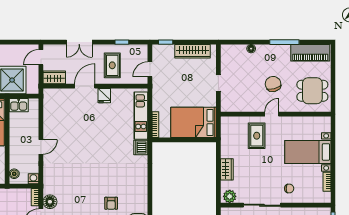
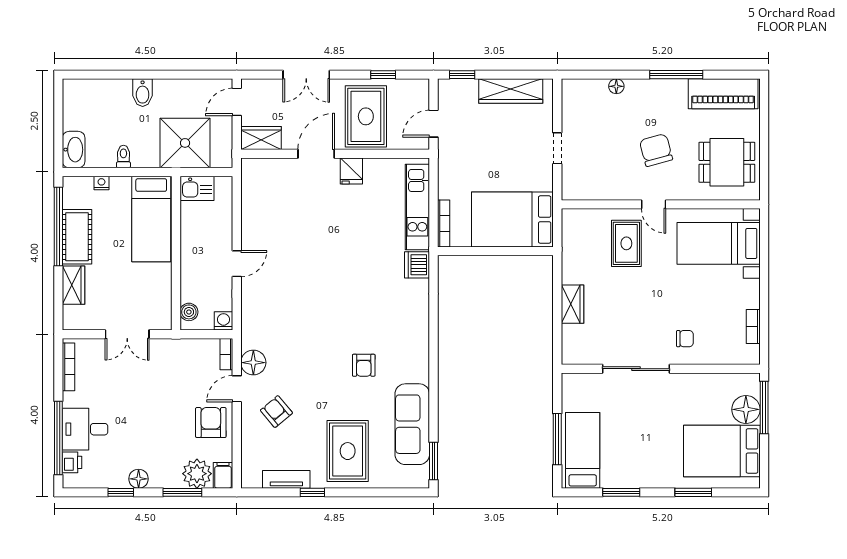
rug: (112, 65) -> (366, 116), width x1.36, depth x1.43
door: (272, 114) -> (654, 204), swing flipped
bed with nightstands: (308, 152) -> (719, 243), moved
plant: (230, 196) -> (578, 353), removed

